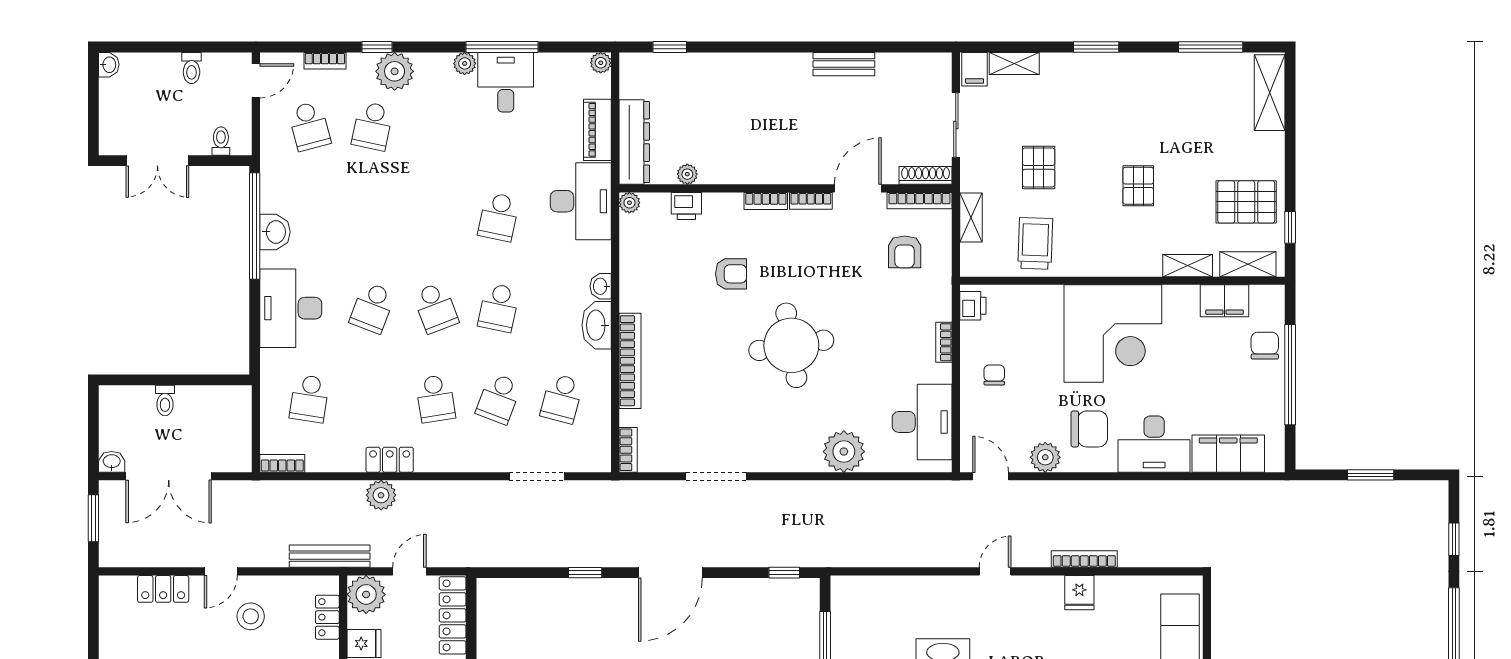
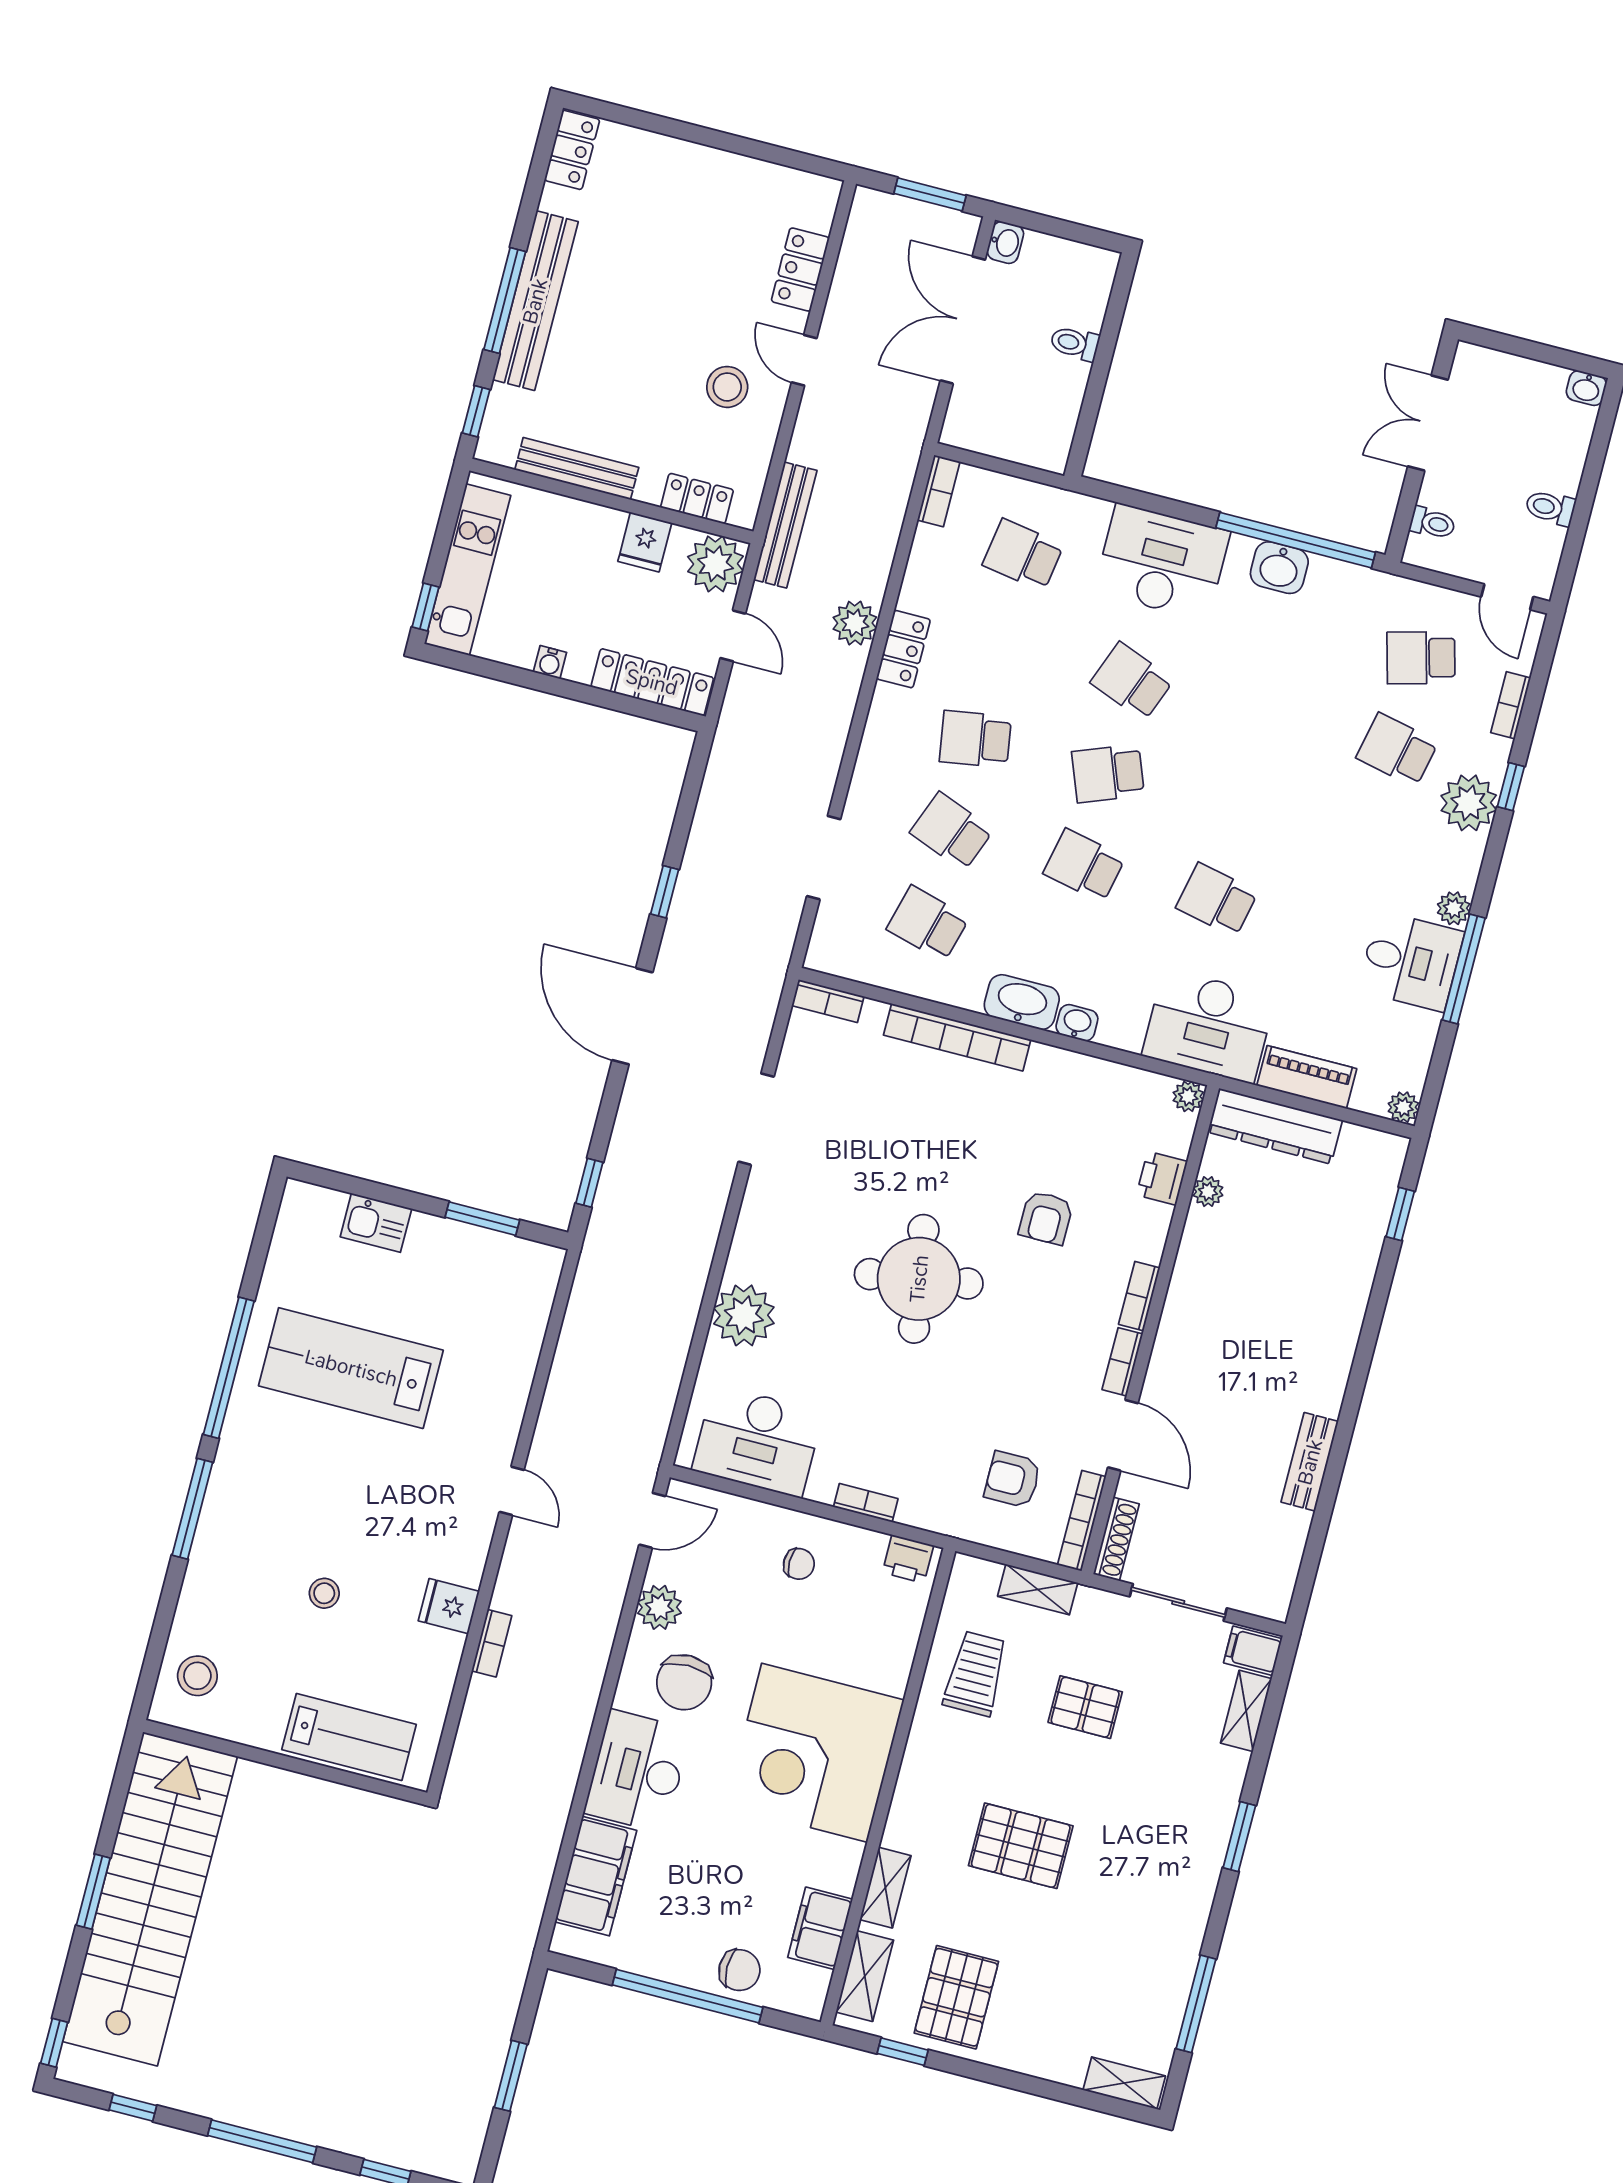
shelving: (1270, 93) -> (1124, 2083), width x0.67, depth x0.75
pallet: (1138, 186) -> (1021, 1846), width x1.50, depth x1.42
trolley: (1035, 243) -> (976, 1674), turned -92
bookcase: (1084, 559) -> (492, 1643), width x0.64

